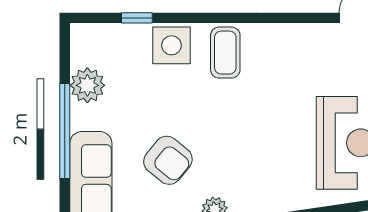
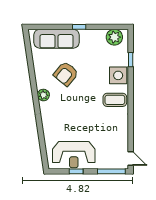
plant: (87, 85) -> (114, 37), moved
window: (65, 131) -> (79, 27), width x0.32

